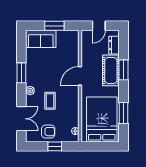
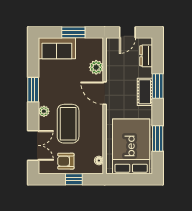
plant: (73, 55) -> (96, 67), added
cot: (111, 70) -> (145, 92), width x0.73, depth x0.75
door: (80, 76) -> (105, 93), hinge flipped
coffee table: (50, 101) -> (68, 124), width x1.86, depth x1.72
armchair: (48, 132) -> (66, 161), turned 180

